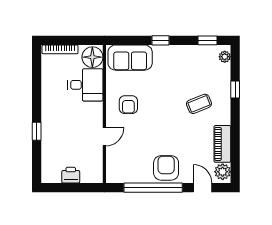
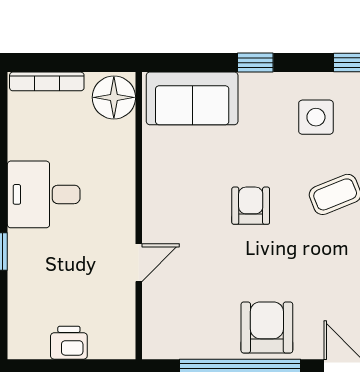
side table: (190, 67) -> (316, 117), added
desk: (85, 85) -> (44, 194), moved, turned 180
armchair: (128, 105) -> (251, 206), moved, turned 180

